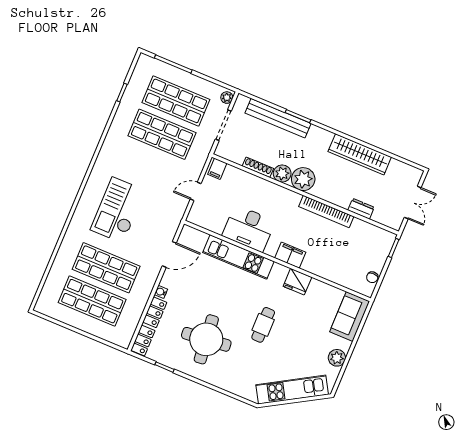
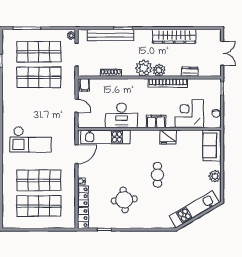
plant: (282, 173) -> (159, 70), moved
door: (196, 191) -> (77, 106), swing flipped
checkout: (118, 210) -> (31, 139), turned -90
kitchen unit: (238, 257) -> (106, 137), moved
corner desk: (337, 263) -> (189, 114), added
round table: (206, 339) -> (124, 200), width x0.73, depth x0.73

